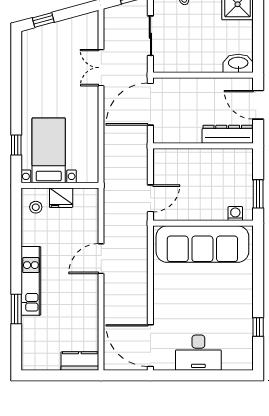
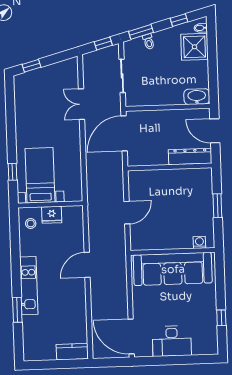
washing machine: (235, 214) -> (199, 242), moved
wall: (203, 223) -> (173, 251), moved
sofa: (202, 244) -> (173, 269), moved

